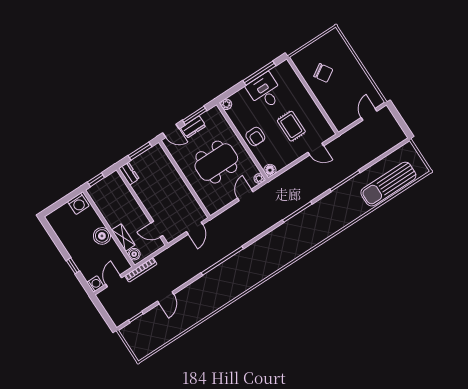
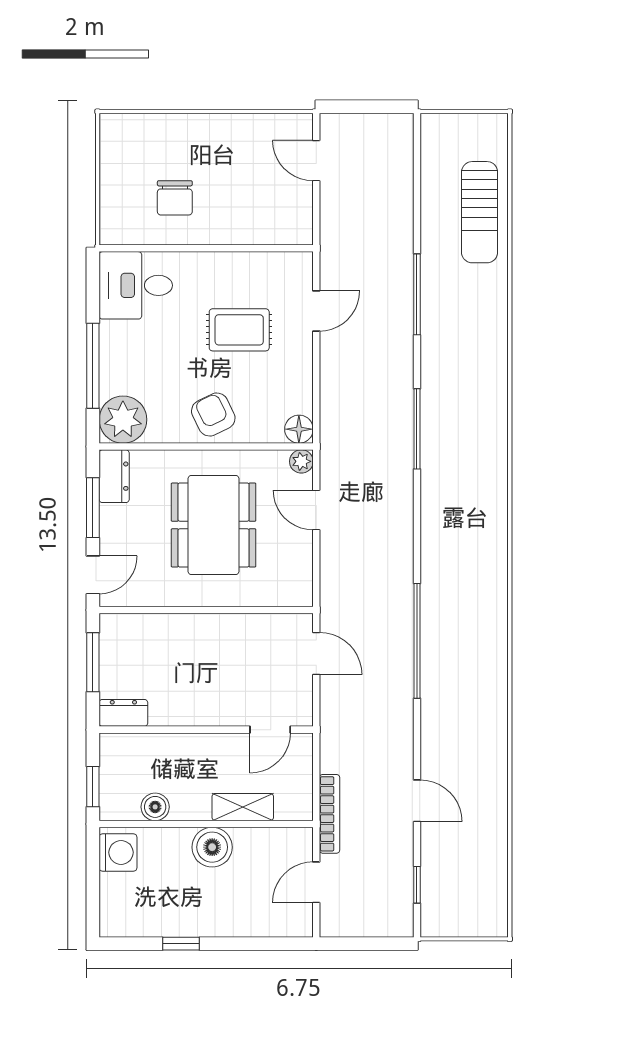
window: (259, 73) -> (93, 366), moved
chair: (323, 73) -> (175, 198), turned 122
desk: (265, 91) -> (136, 285), moved
plant: (226, 104) -> (123, 420), width x1.88, depth x1.88
dresser: (193, 127) -> (114, 476), moved
armchair: (255, 136) -> (213, 415), turned -116
sun lounger: (388, 184) -> (480, 212), width x0.73, depth x0.75
boiler: (134, 254) -> (155, 807), moved
window: (73, 266) -> (181, 944), moved
door: (114, 281) -> (316, 882), hinge flipped
washing machine: (95, 284) -> (299, 923), removed

